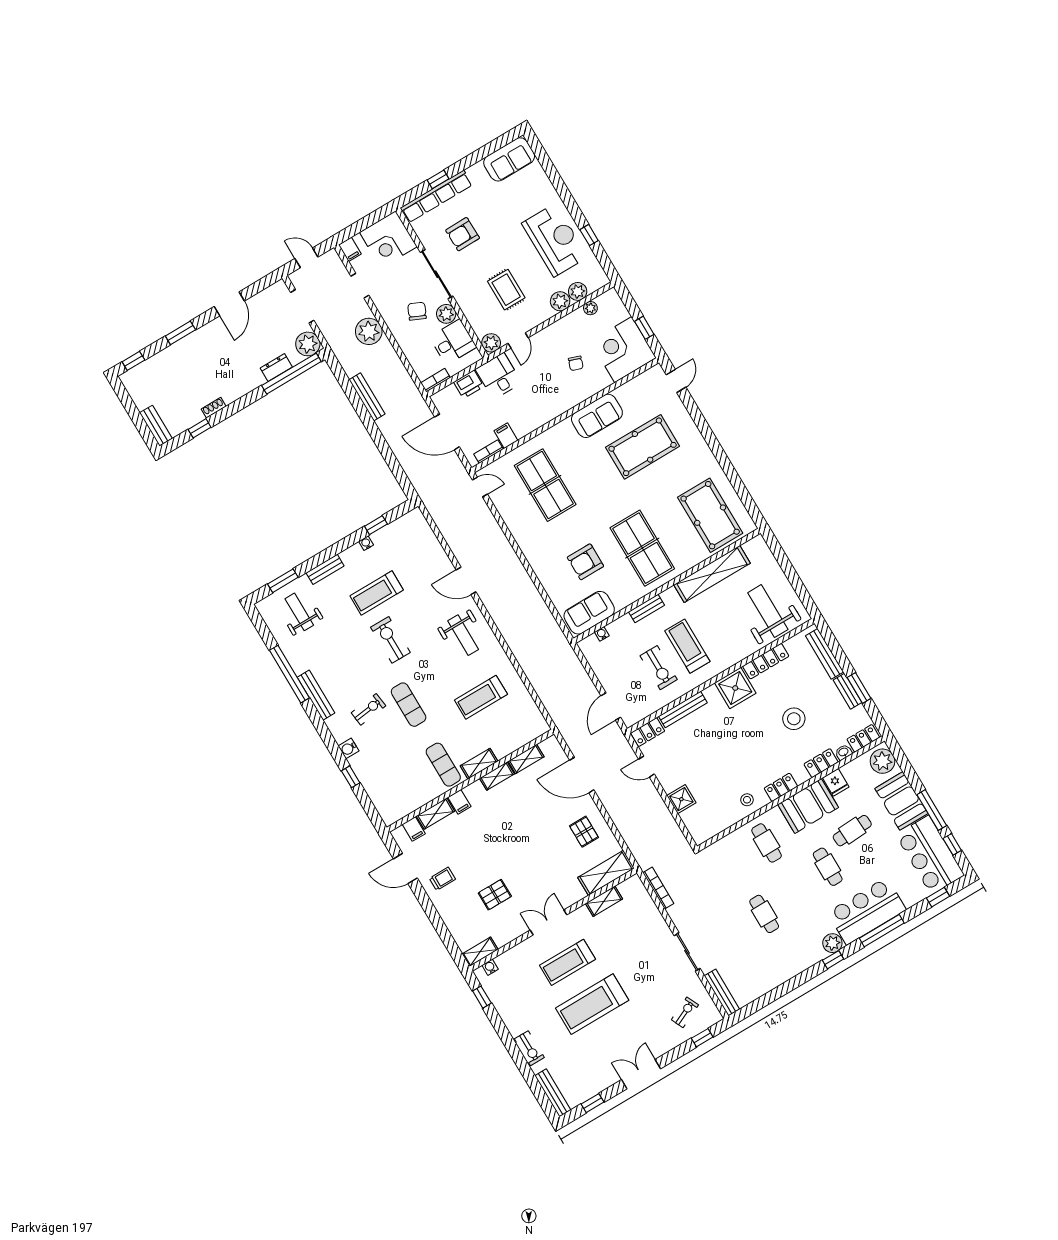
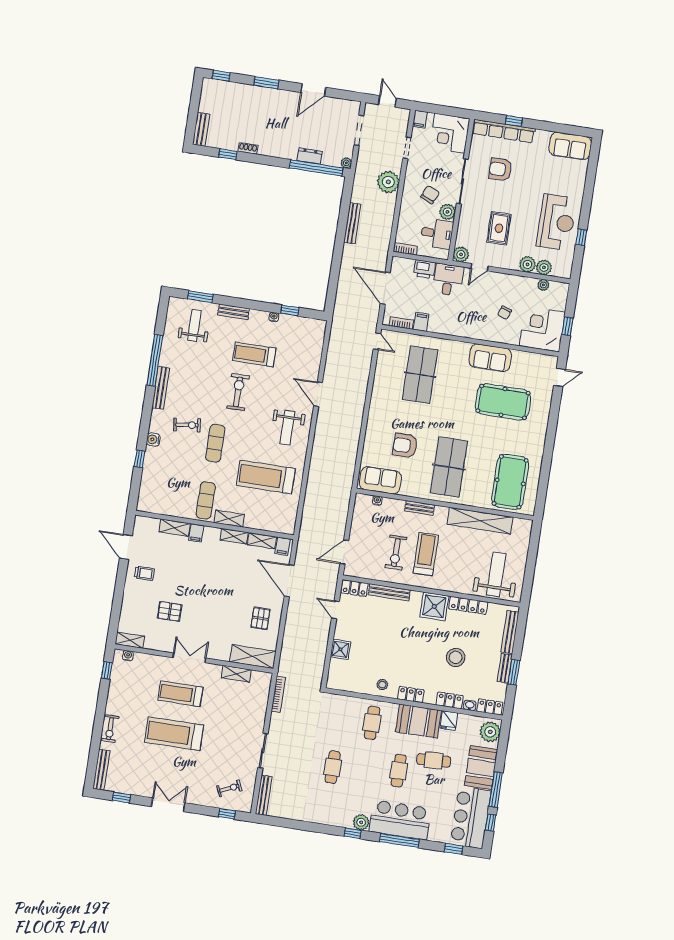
plant: (308, 344) -> (346, 163), width x0.53, depth x0.53
treadmill: (481, 697) -> (266, 477), width x1.37, depth x1.38
filing cabinet: (414, 829) -> (283, 546), moved

